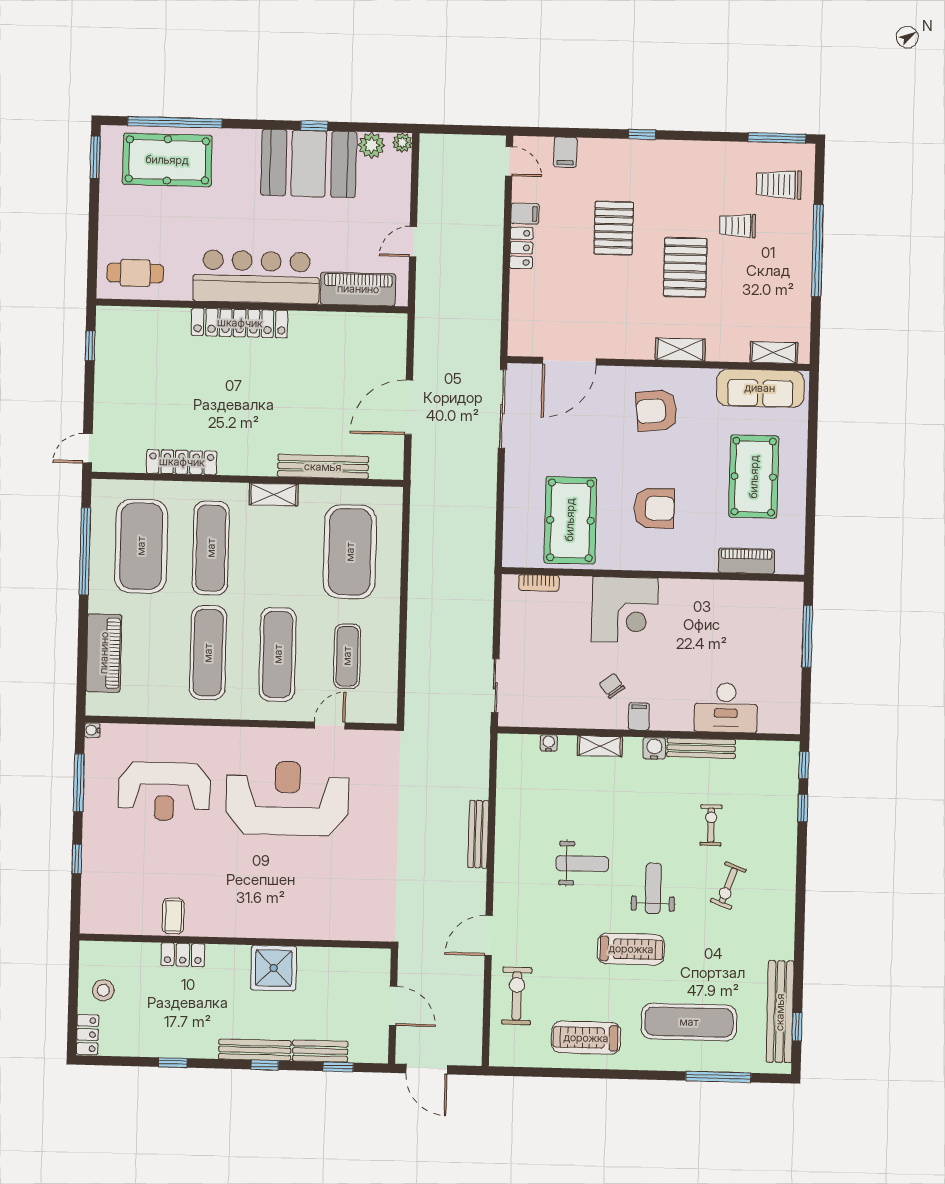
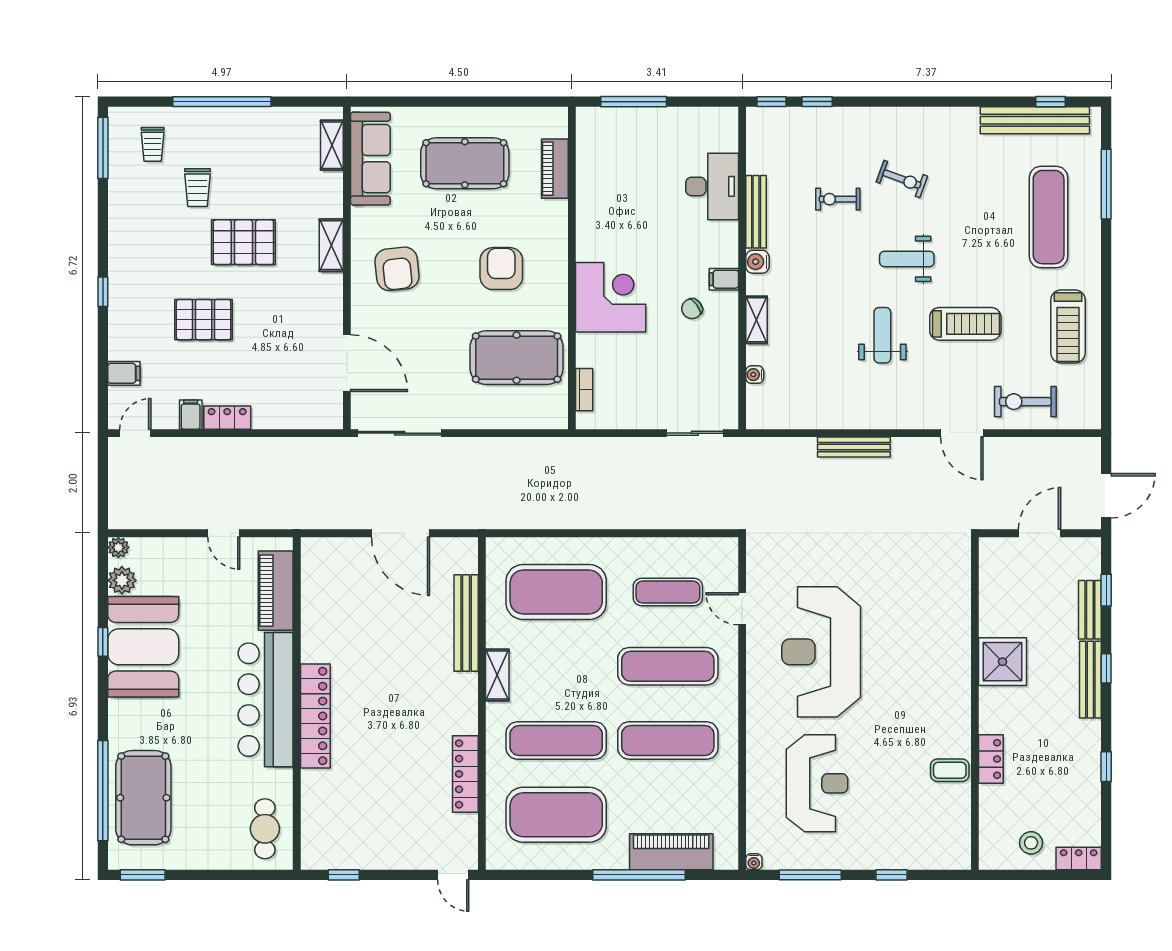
trolley: (779, 185) -> (153, 144), width x0.73, depth x0.72
window: (85, 551) -> (639, 875), moved
treadmill: (631, 949) -> (965, 324), moved, turned 90

